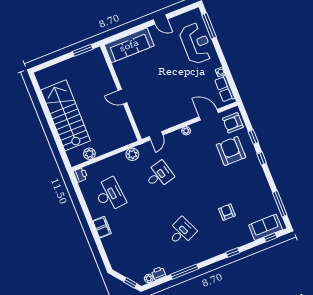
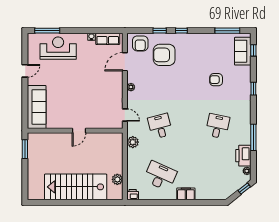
desk: (110, 195) -> (160, 176), turned 30
desk: (182, 232) -> (218, 126), turned 36
printer: (159, 273) -> (243, 156), width x1.87, depth x1.48

